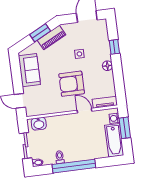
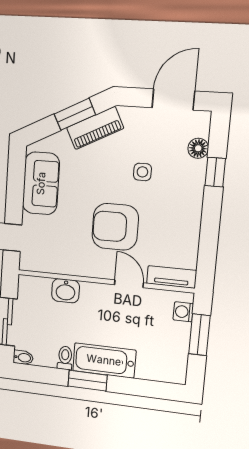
floor lamp: (107, 66) -> (198, 148), moved
washbasin: (39, 124) -> (66, 291), moved
bathtub: (114, 140) -> (104, 360), moved, turned 90
window: (74, 166) -> (88, 381), width x0.47

